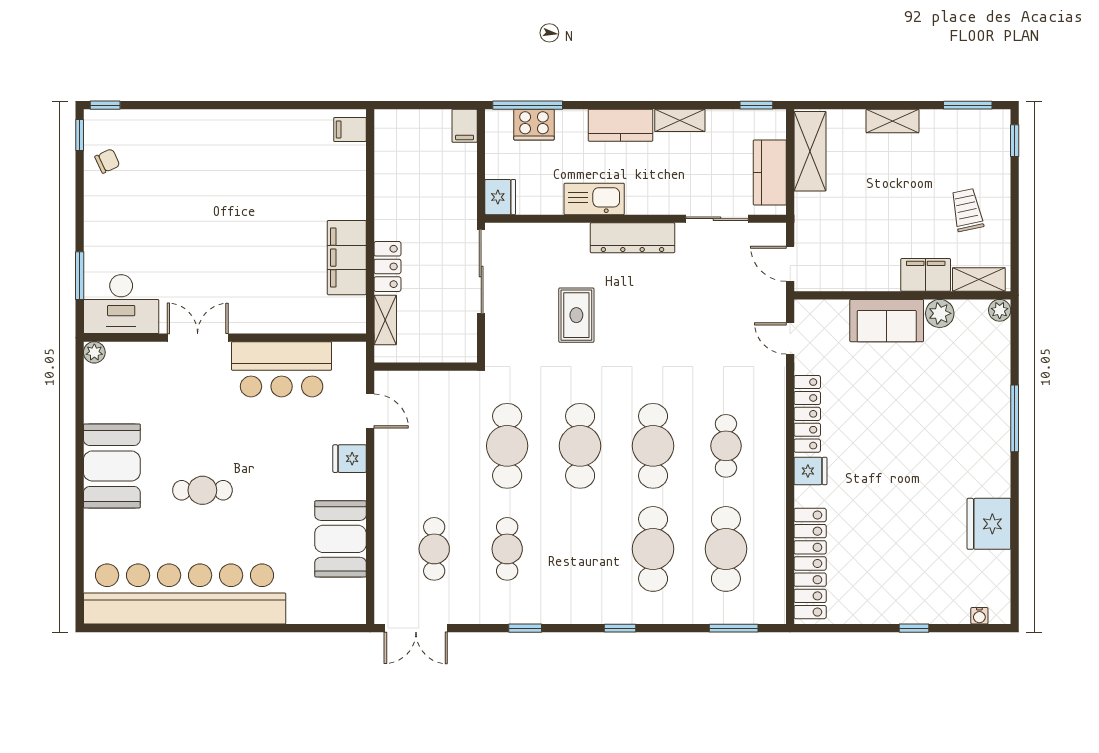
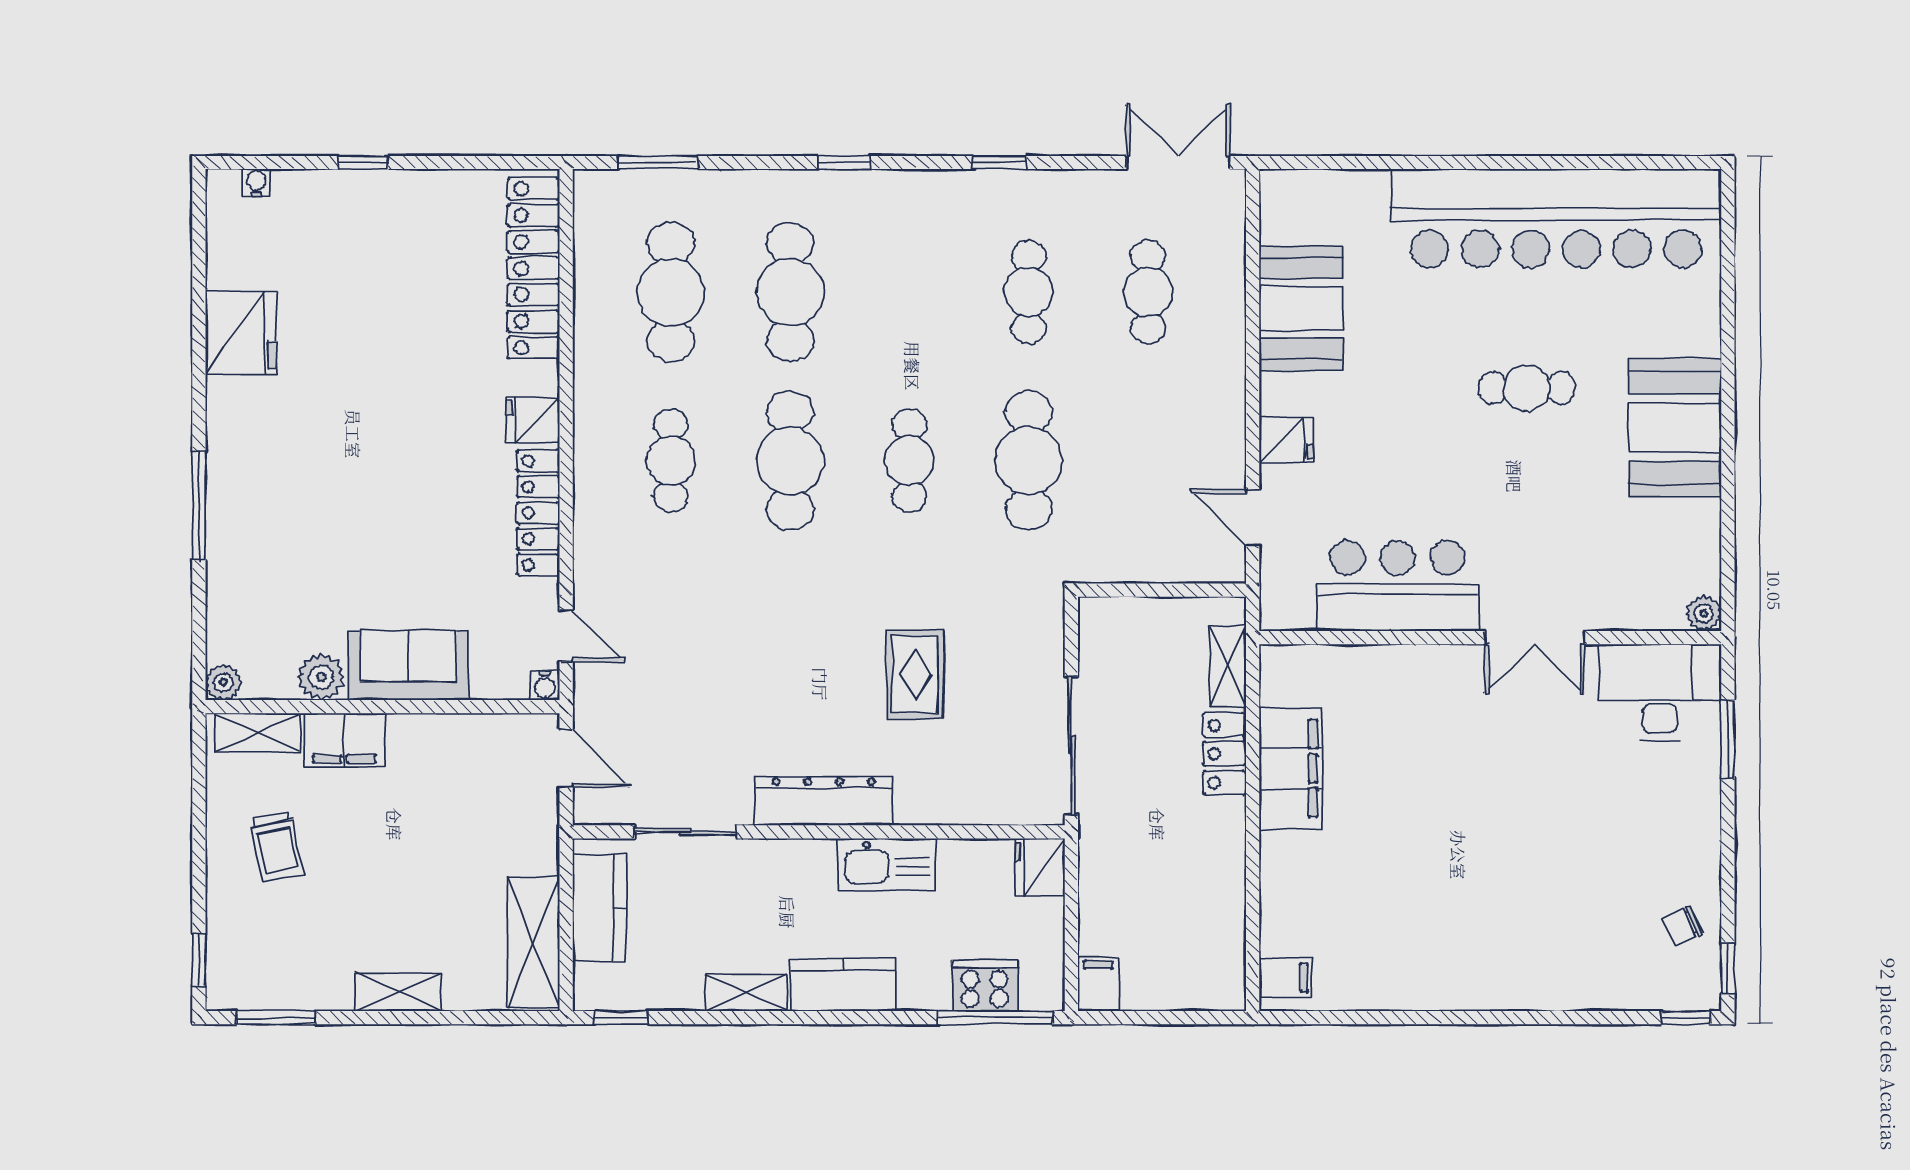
water cooler: (803, 308) -> (545, 686), added
cafe table: (580, 446) -> (909, 461), width x0.73, depth x0.74

